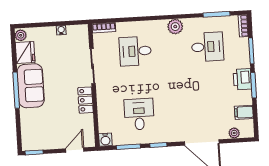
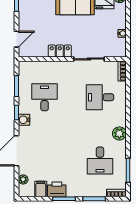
desk: (135, 51) -> (100, 97), turned -90
printer: (242, 79) -> (57, 189), moved
desk: (139, 114) -> (45, 97), turned -90
water cooler: (105, 140) -> (24, 120), moved
door: (75, 150) -> (17, 39), hinge flipped

